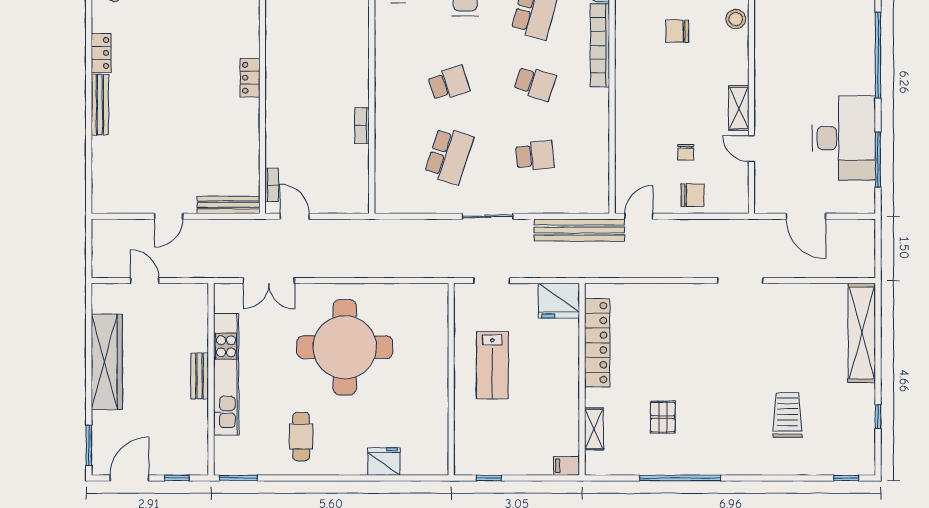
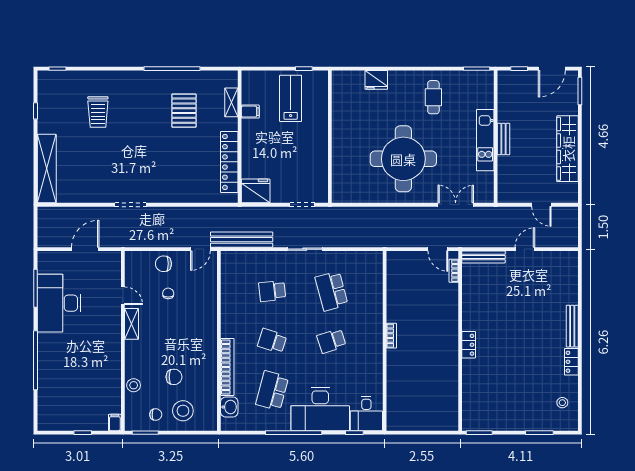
bookcase: (362, 126) -> (391, 336), moved
school desk: (449, 156) -> (331, 291), turned -33
door: (806, 216) -> (85, 249), hinge flipped
lab bench: (492, 365) -> (291, 98), moved
kitchen unit: (226, 374) -> (485, 140), width x0.73
pallet: (663, 417) -> (184, 111), width x1.50, depth x1.42
filing cabinet: (567, 466) -> (250, 112), moved

